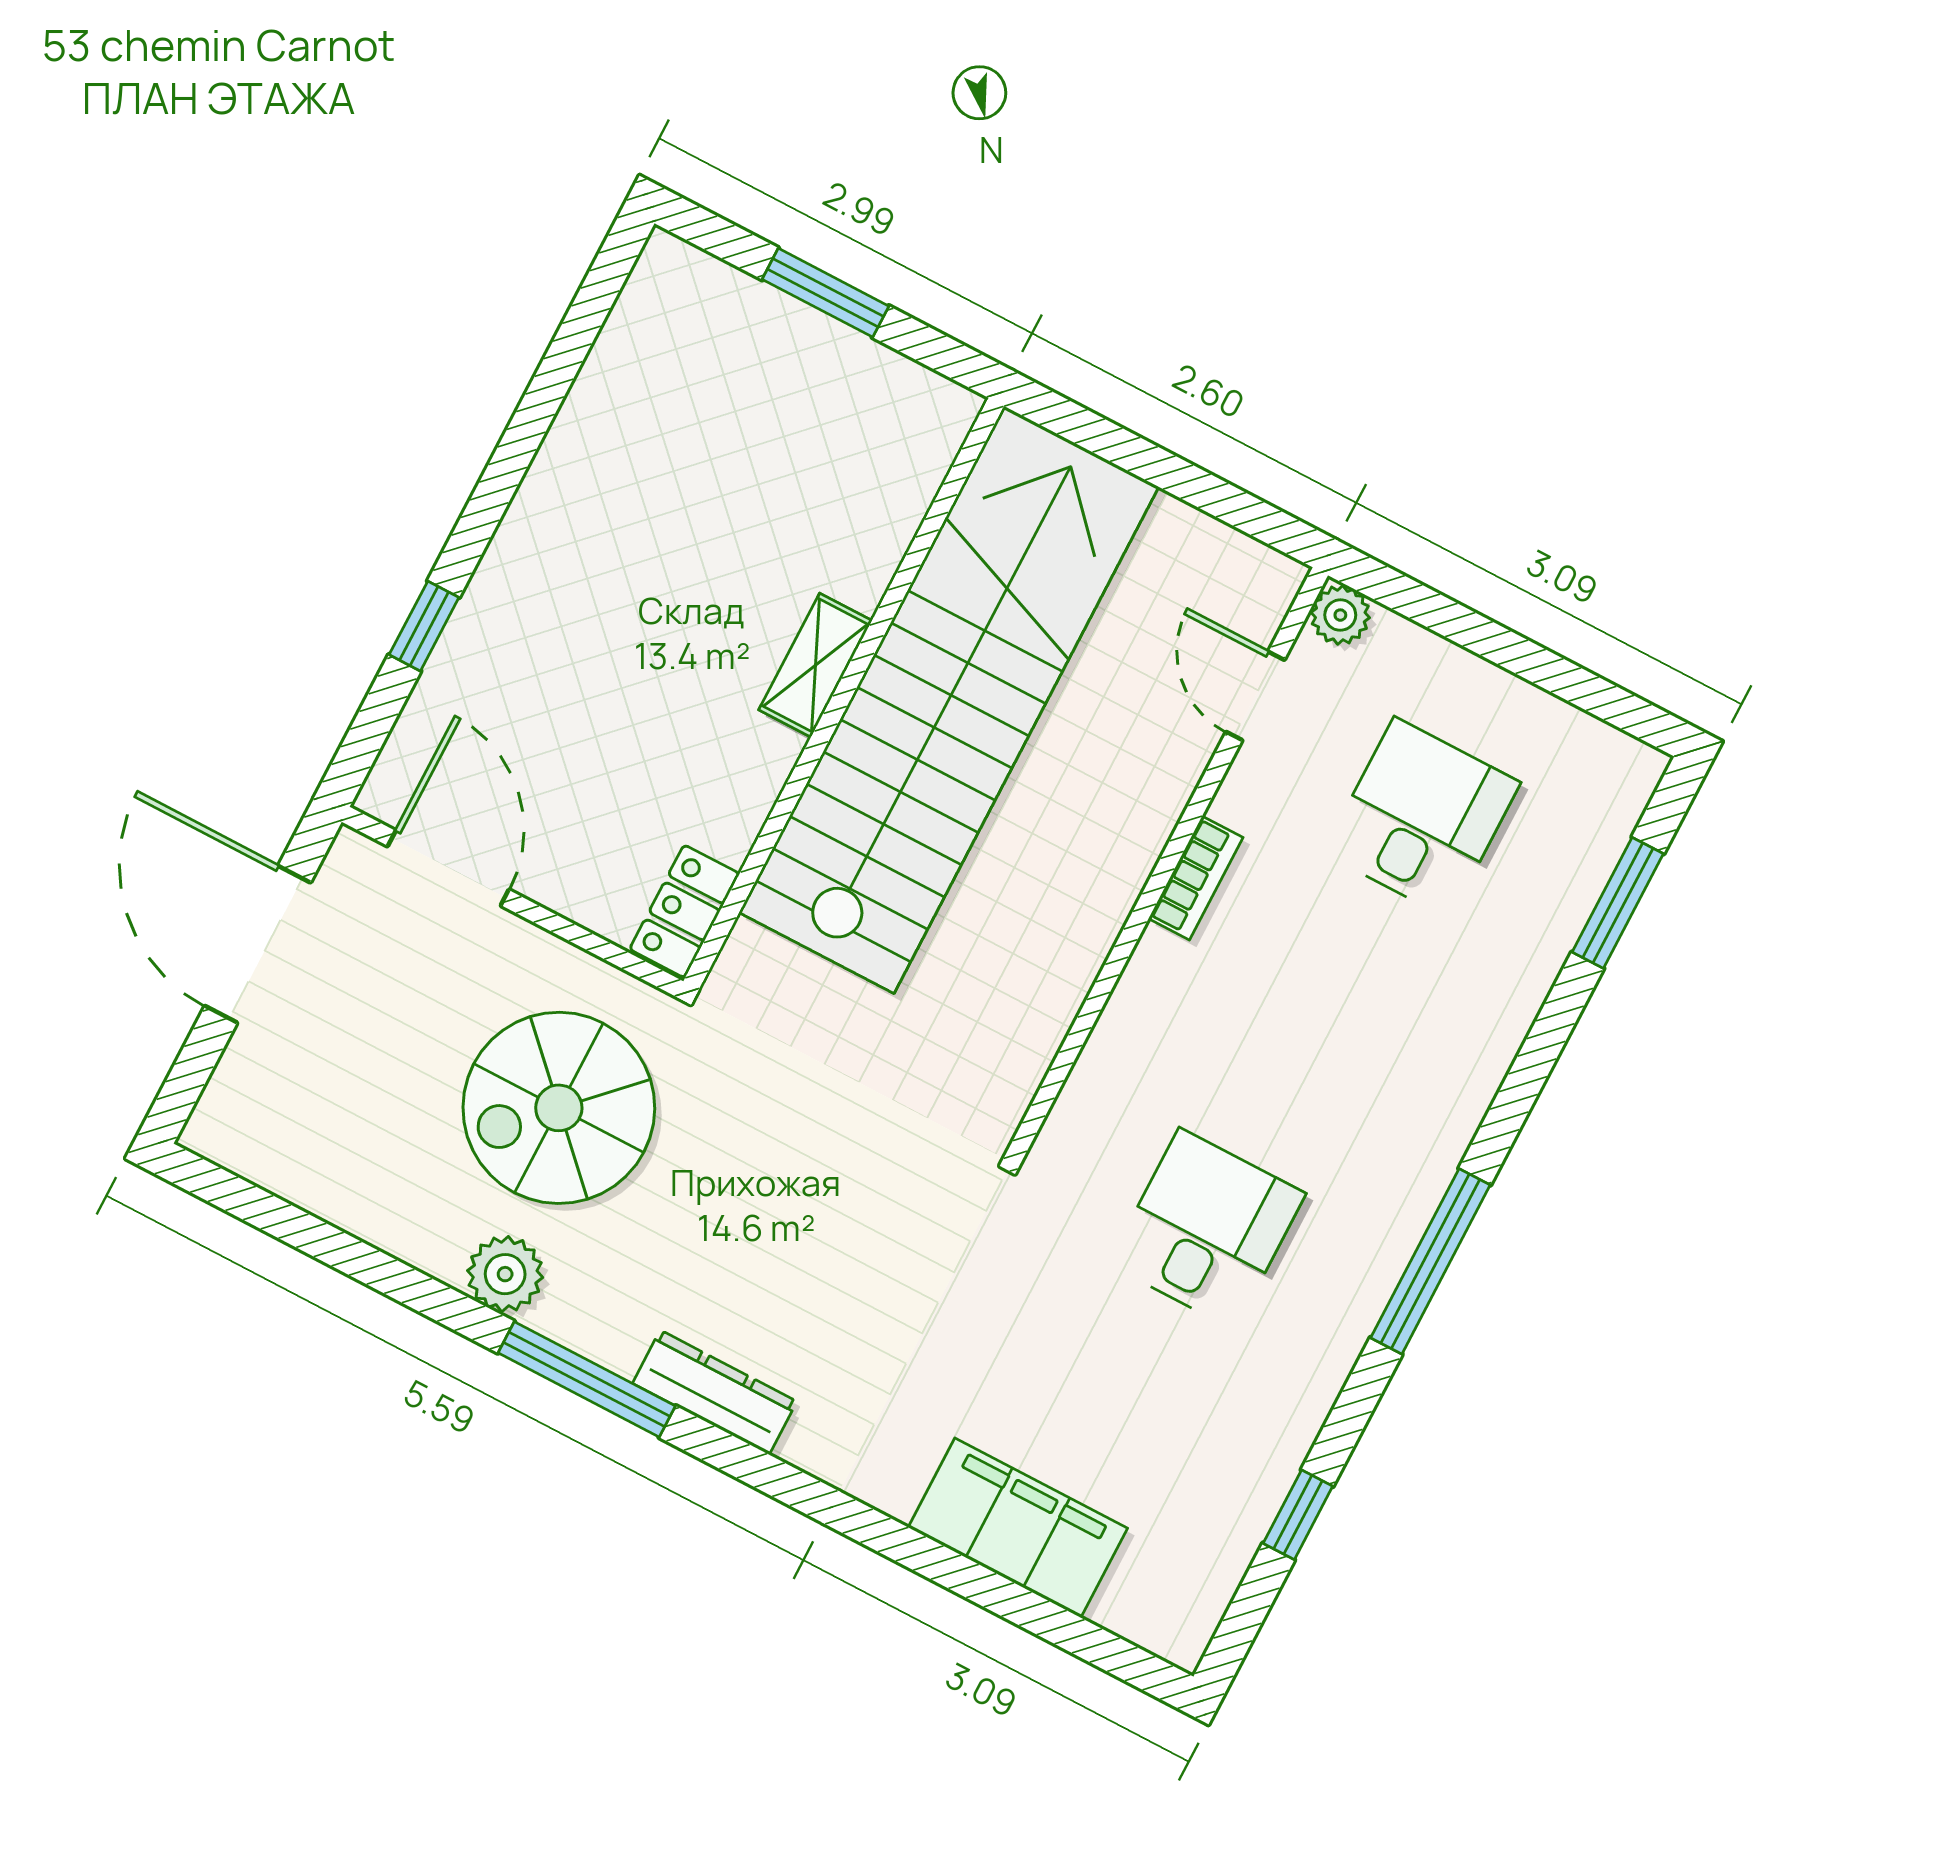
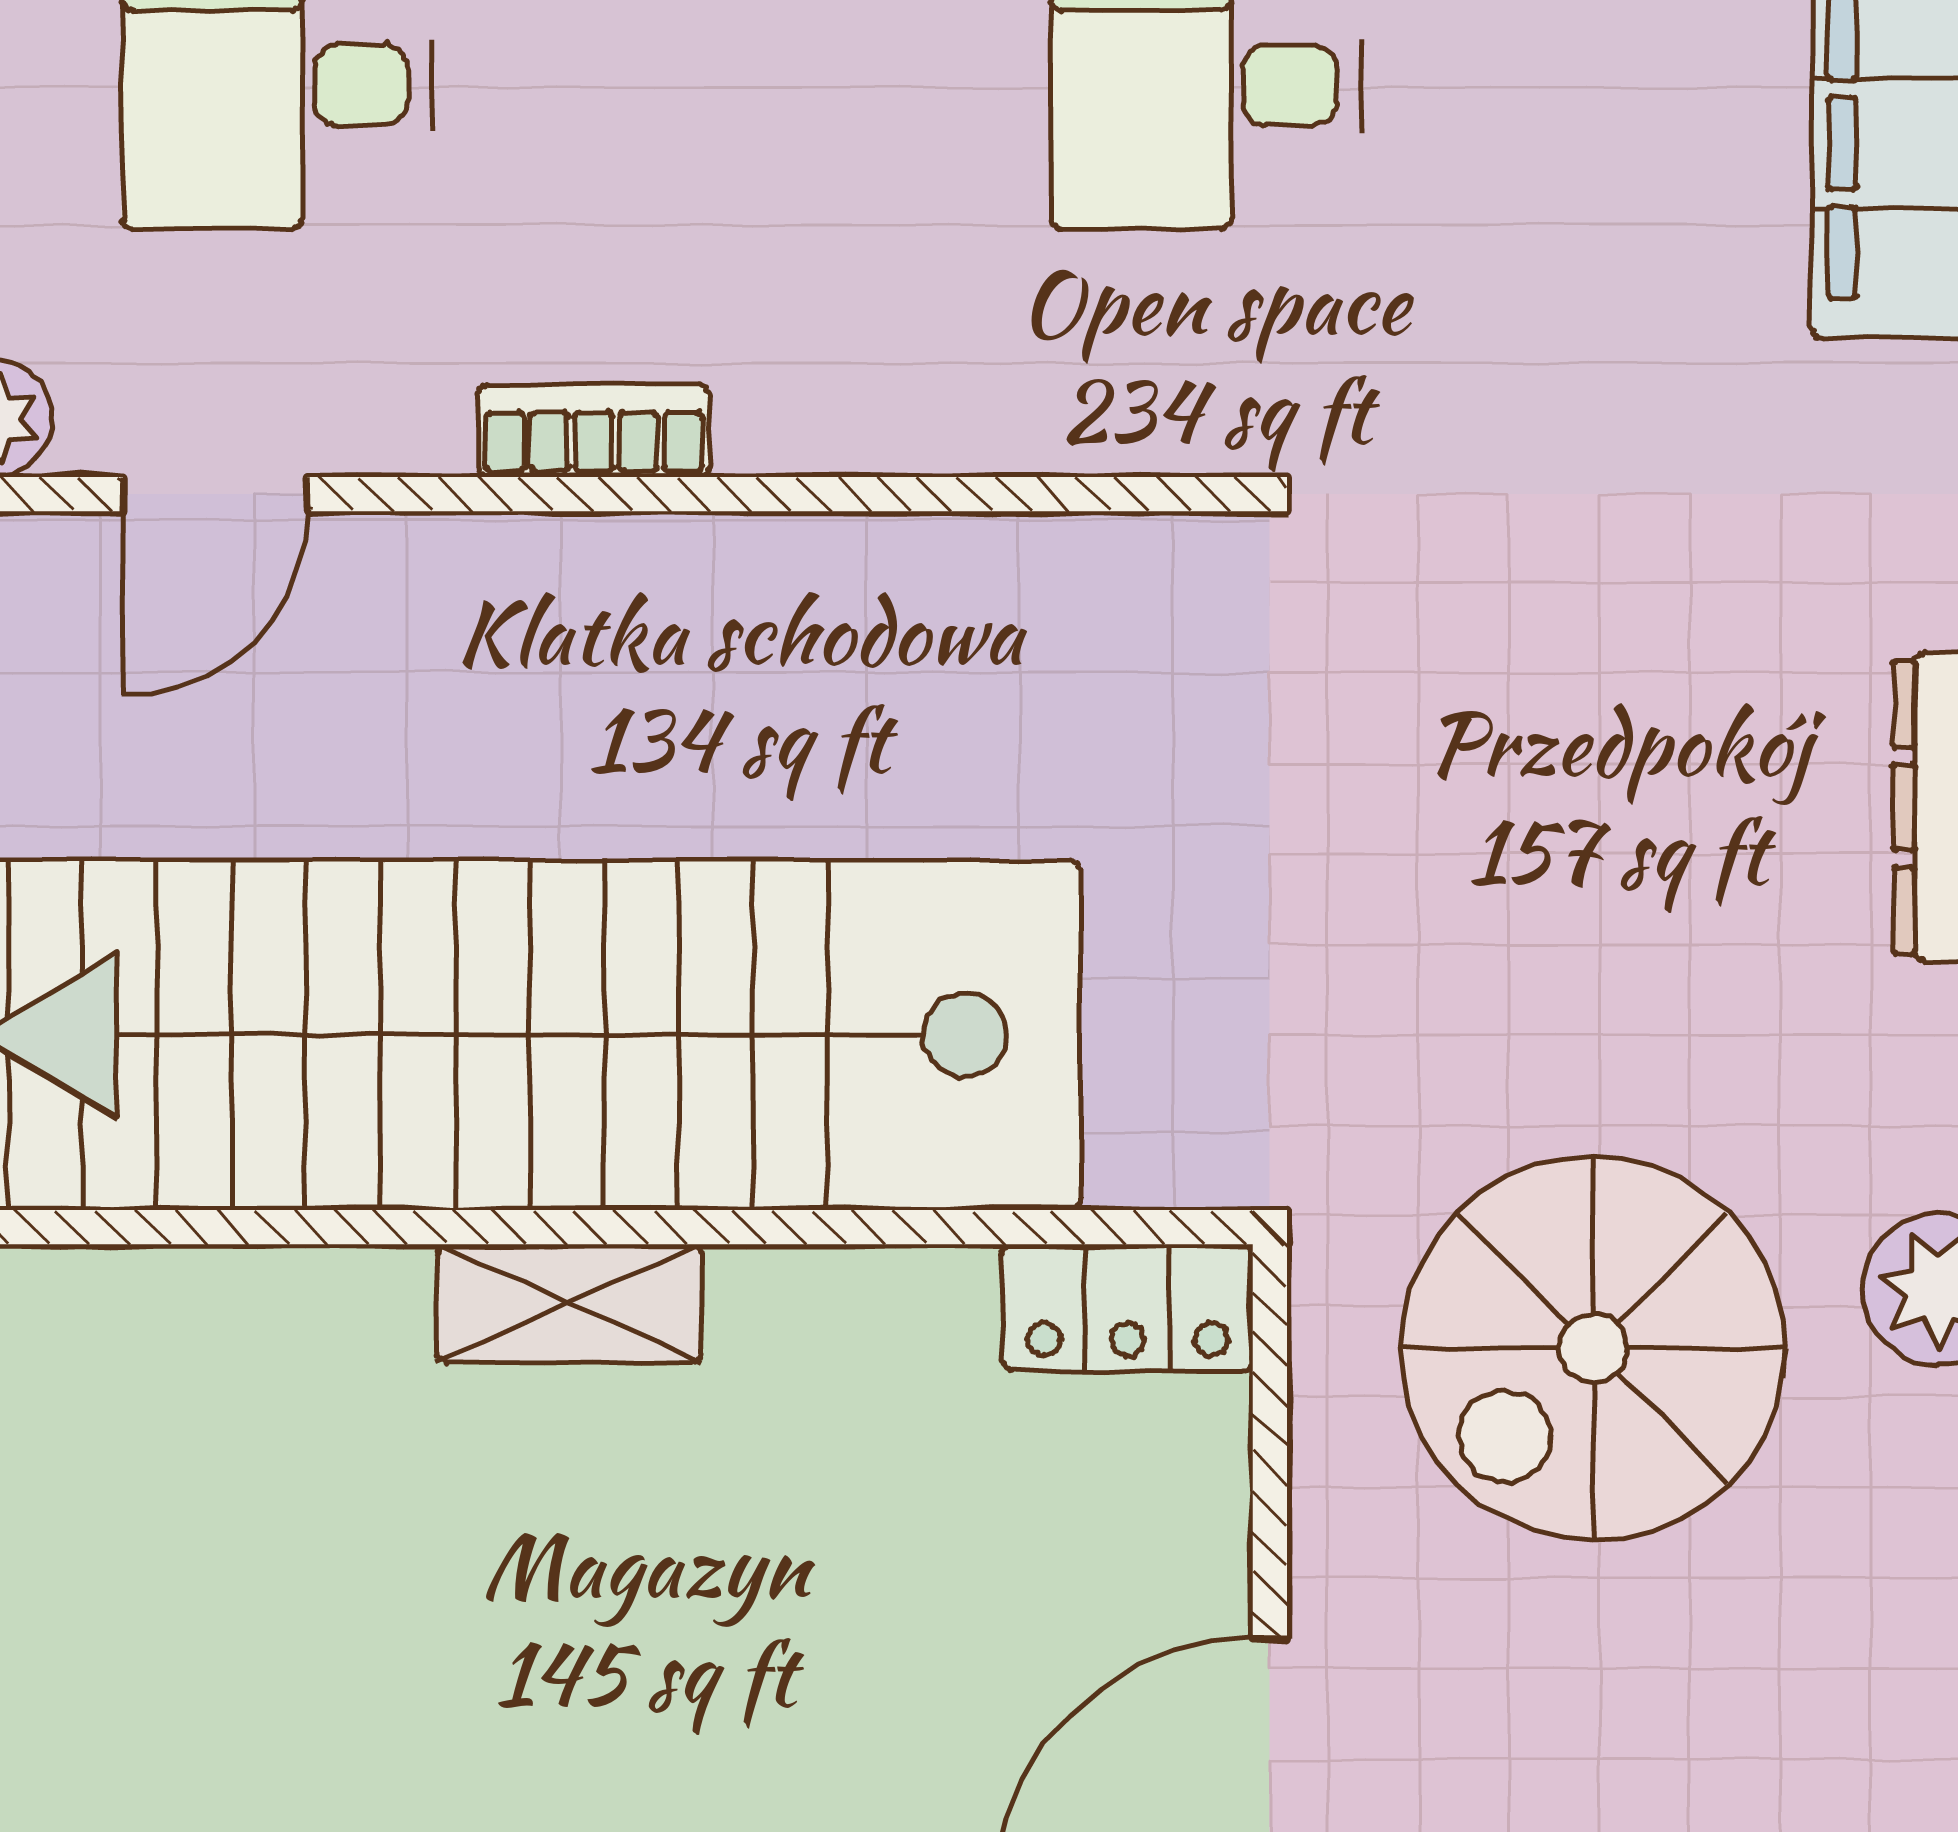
spiral stairs: (559, 1108) -> (1593, 1348), turned 90

